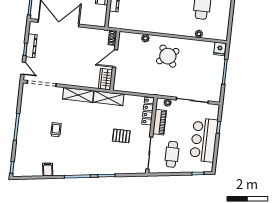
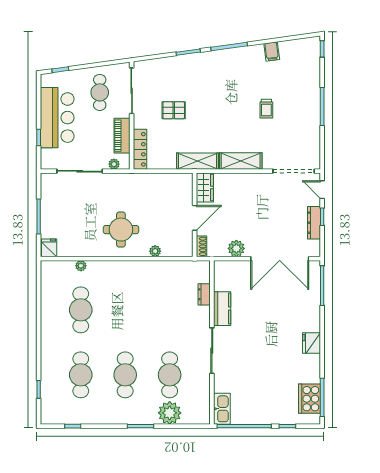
plant: (88, 34) -> (236, 248), added
round table: (168, 56) -> (121, 230), turned 37

